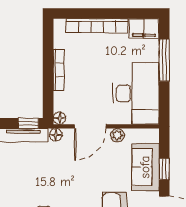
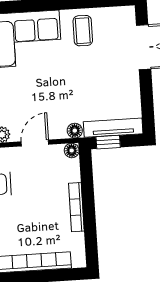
door: (90, 126) -> (35, 143), width x0.73

